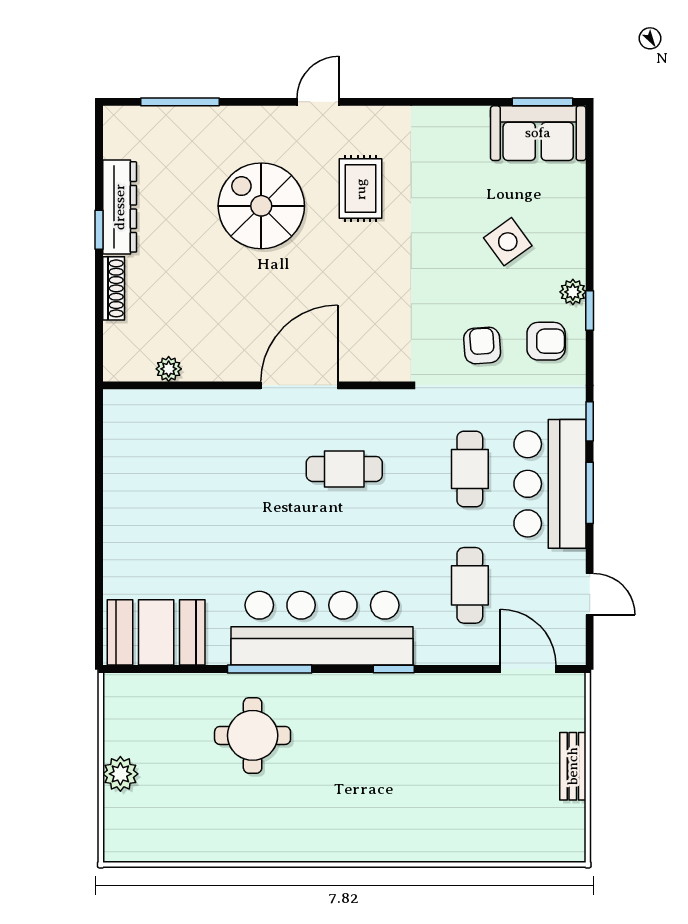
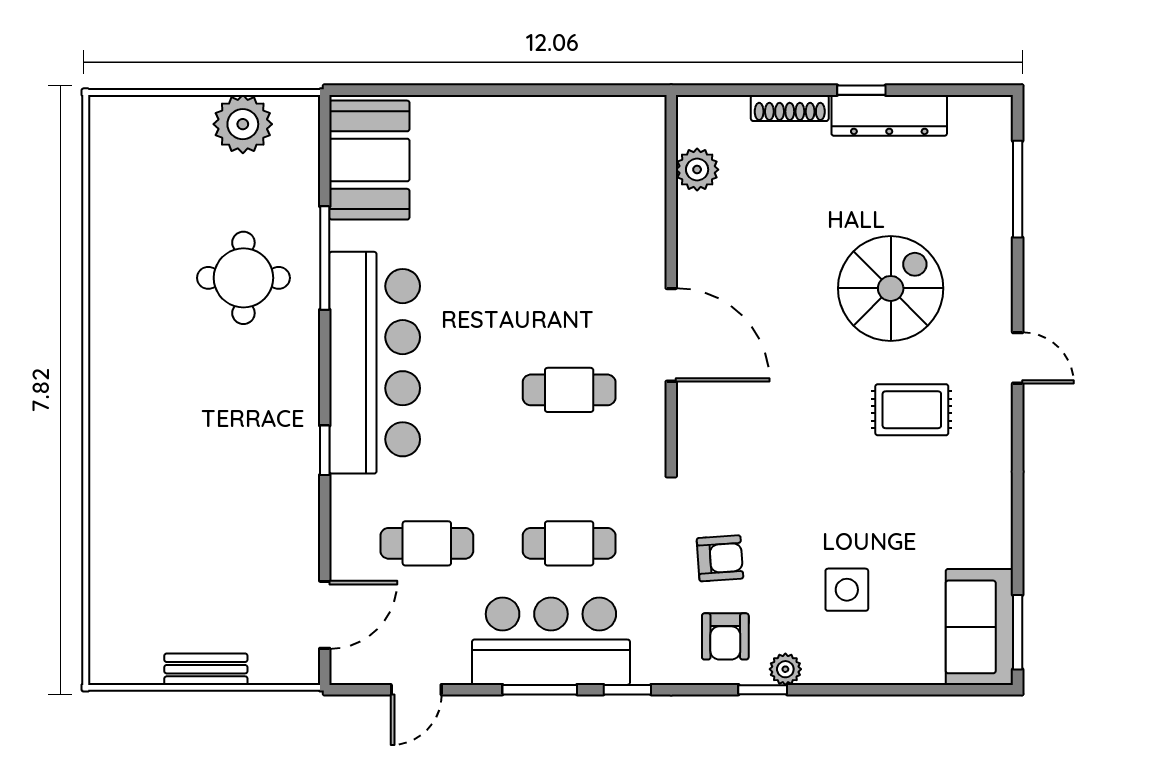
side table: (508, 242) -> (847, 590), turned 36
plant: (169, 369) -> (697, 170), width x1.38, depth x1.38
cafe table: (344, 469) -> (569, 390), turned 90
window: (270, 669) -> (325, 258), moved
plant: (120, 774) -> (243, 124), moved, width x1.36, depth x1.36

